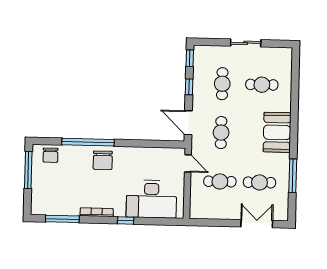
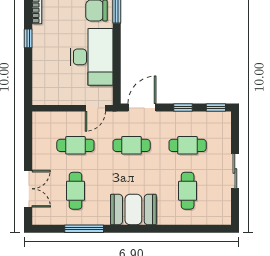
cafe table: (220, 181) -> (75, 145), turned 90
desk: (151, 199) -> (91, 57), moved, turned 180

